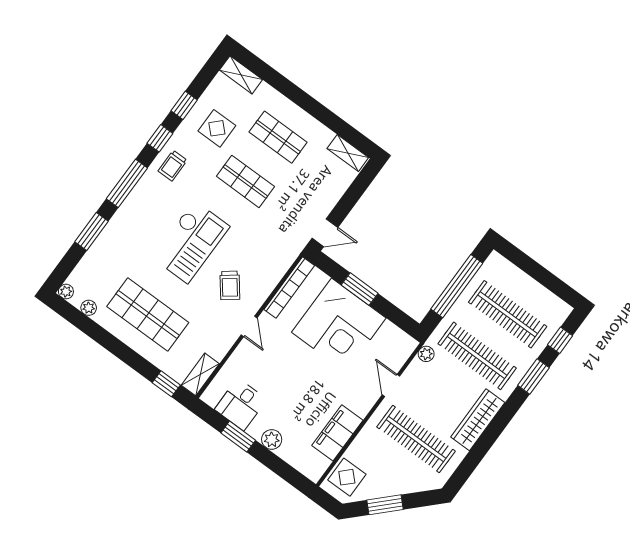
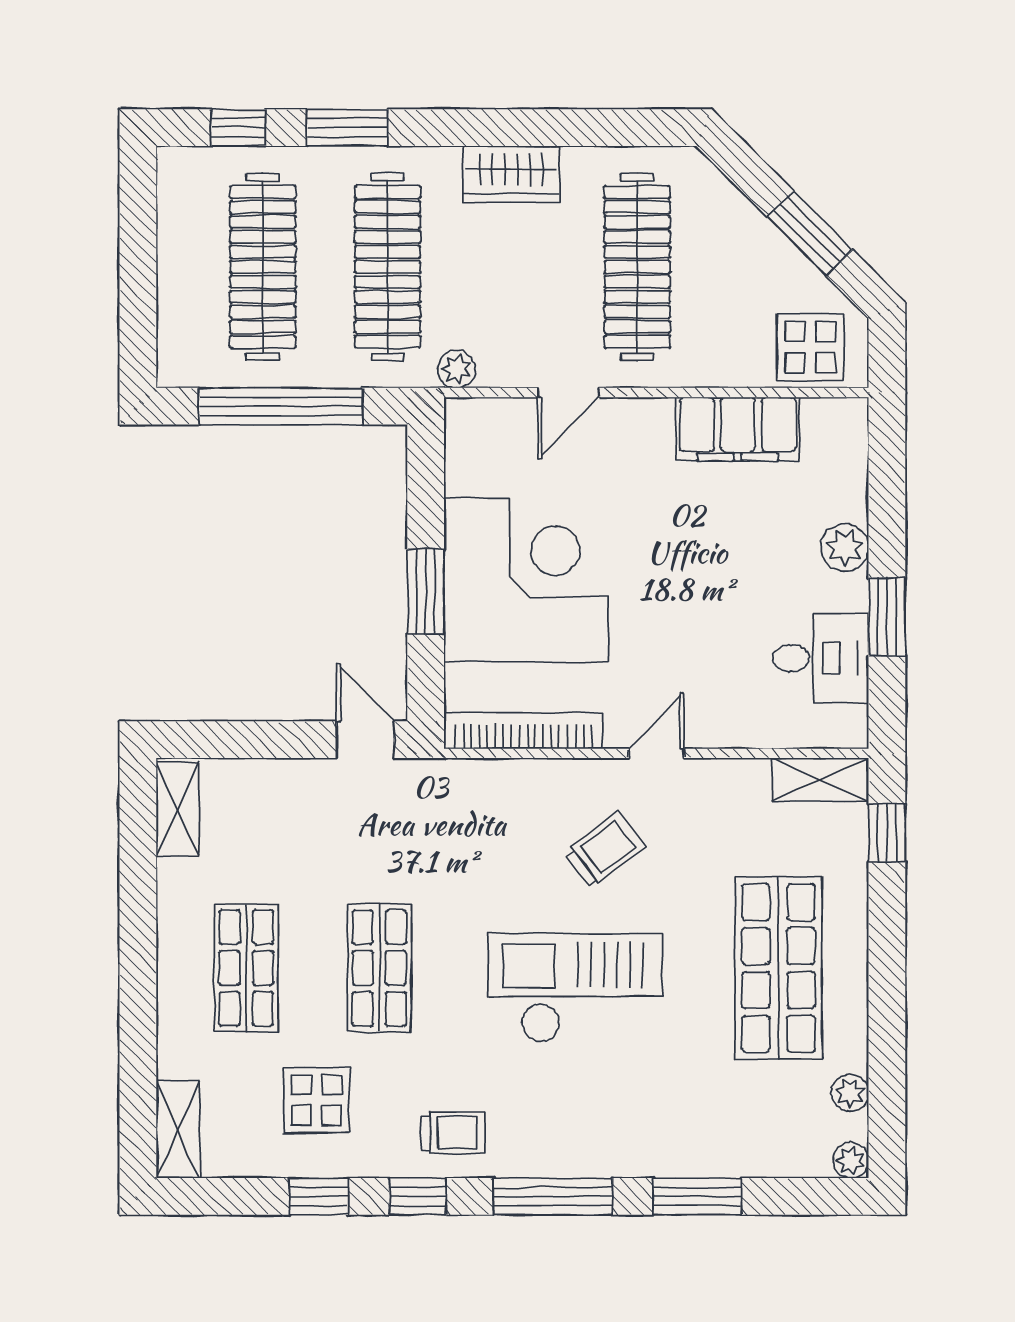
wardrobe: (478, 420) -> (511, 174), width x0.67

